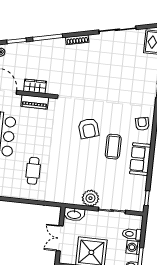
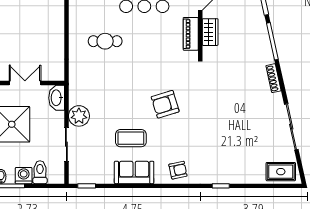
coffee table: (113, 147) -> (131, 138), moved

